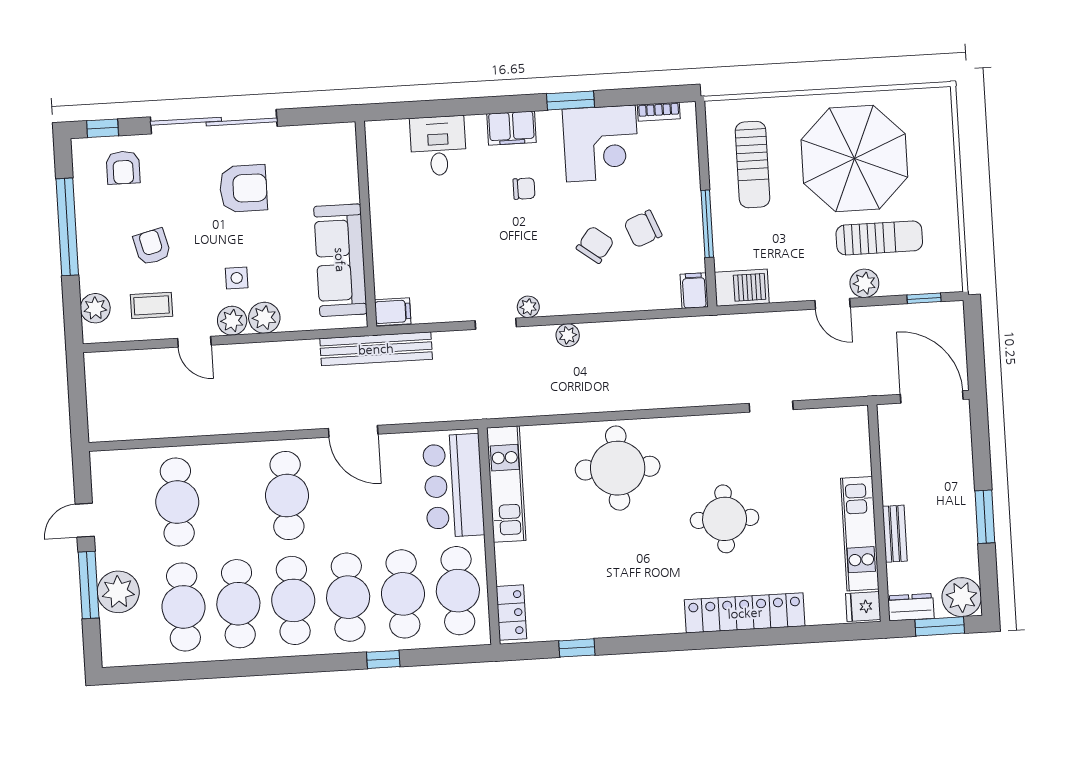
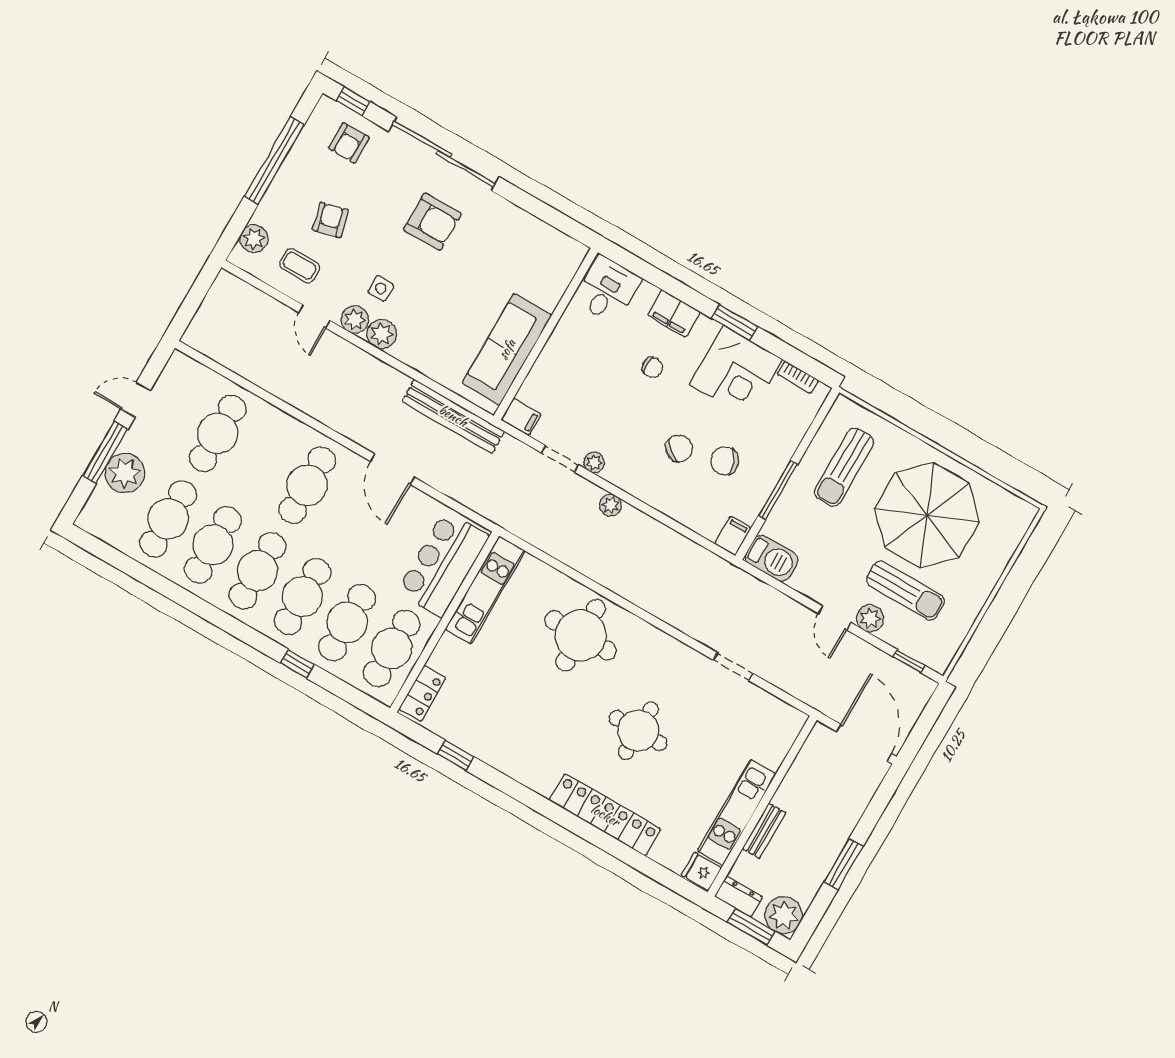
wall: (366, 224) -> (546, 334), moved
sofa: (340, 260) -> (507, 349), moved
filing cabinet: (393, 312) -> (521, 417), moved

